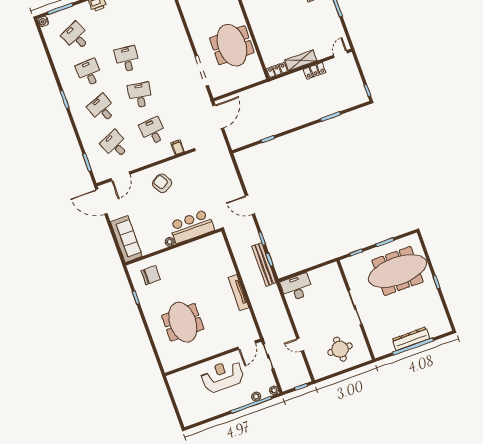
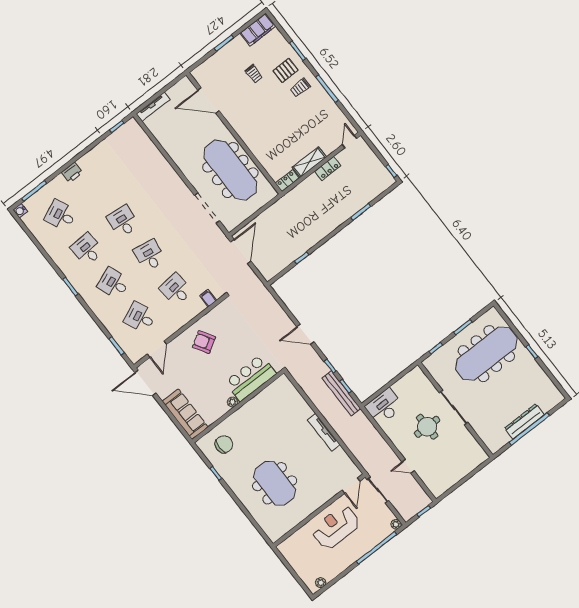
meeting table: (232, 45) -> (230, 170), width x1.36
round table: (340, 349) -> (427, 427), moved
plant: (256, 397) -> (321, 583), moved

